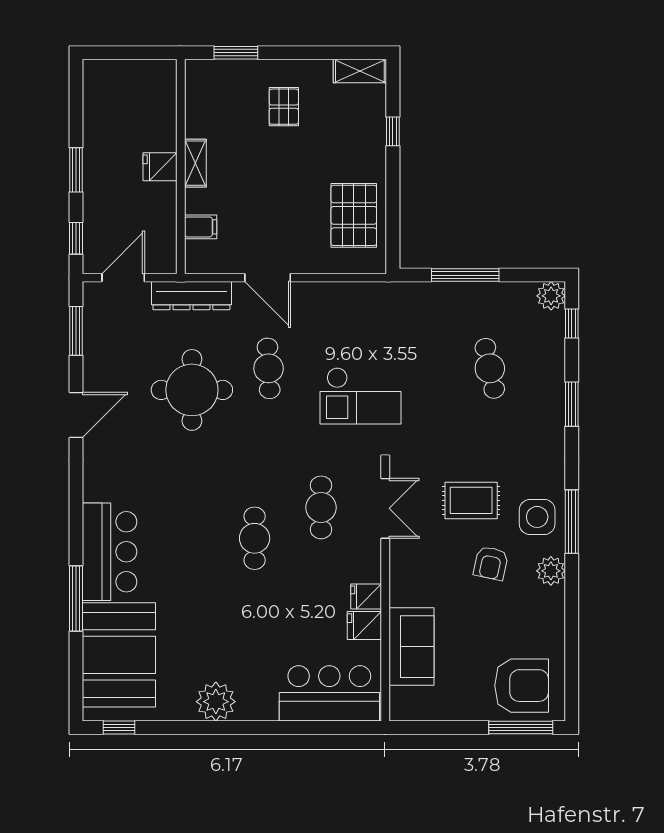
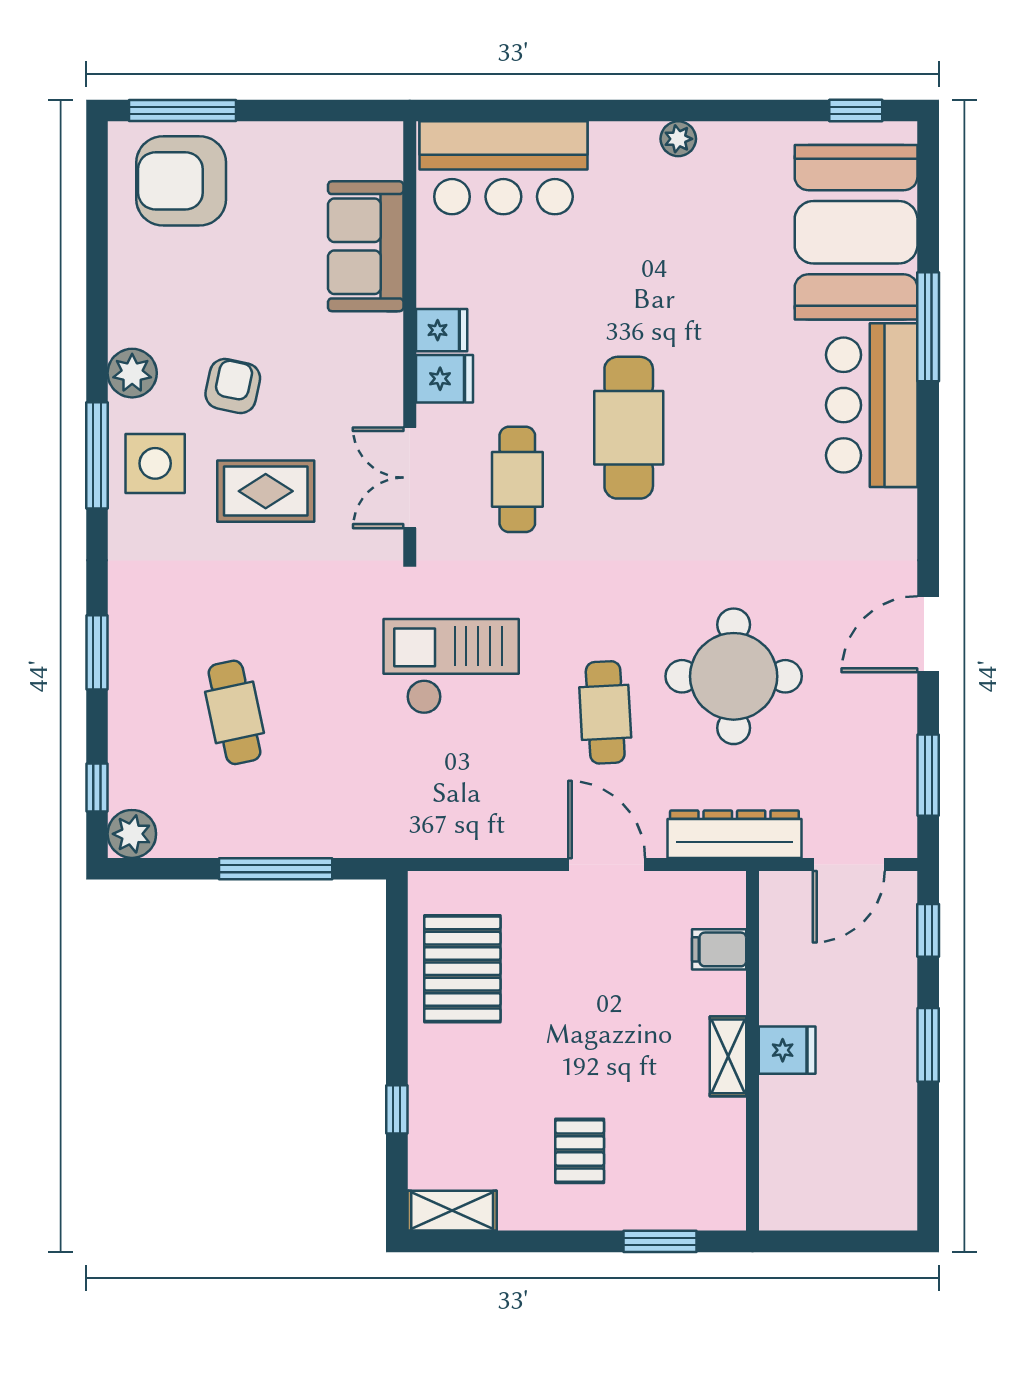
cafe table: (255, 538) -> (629, 428), width x1.37, depth x1.35
fridge: (364, 626) -> (445, 379), moved
plant: (216, 702) -> (678, 139), width x0.53, depth x0.53

